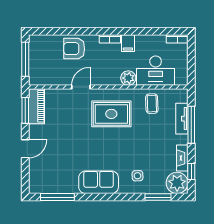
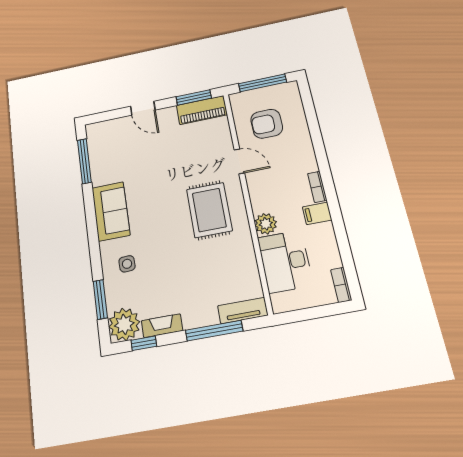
armchair: (74, 49) -> (267, 124), moved, turned -90
coffee table: (152, 104) -> (235, 265), removed
tv unit: (182, 119) -> (243, 311), moved

